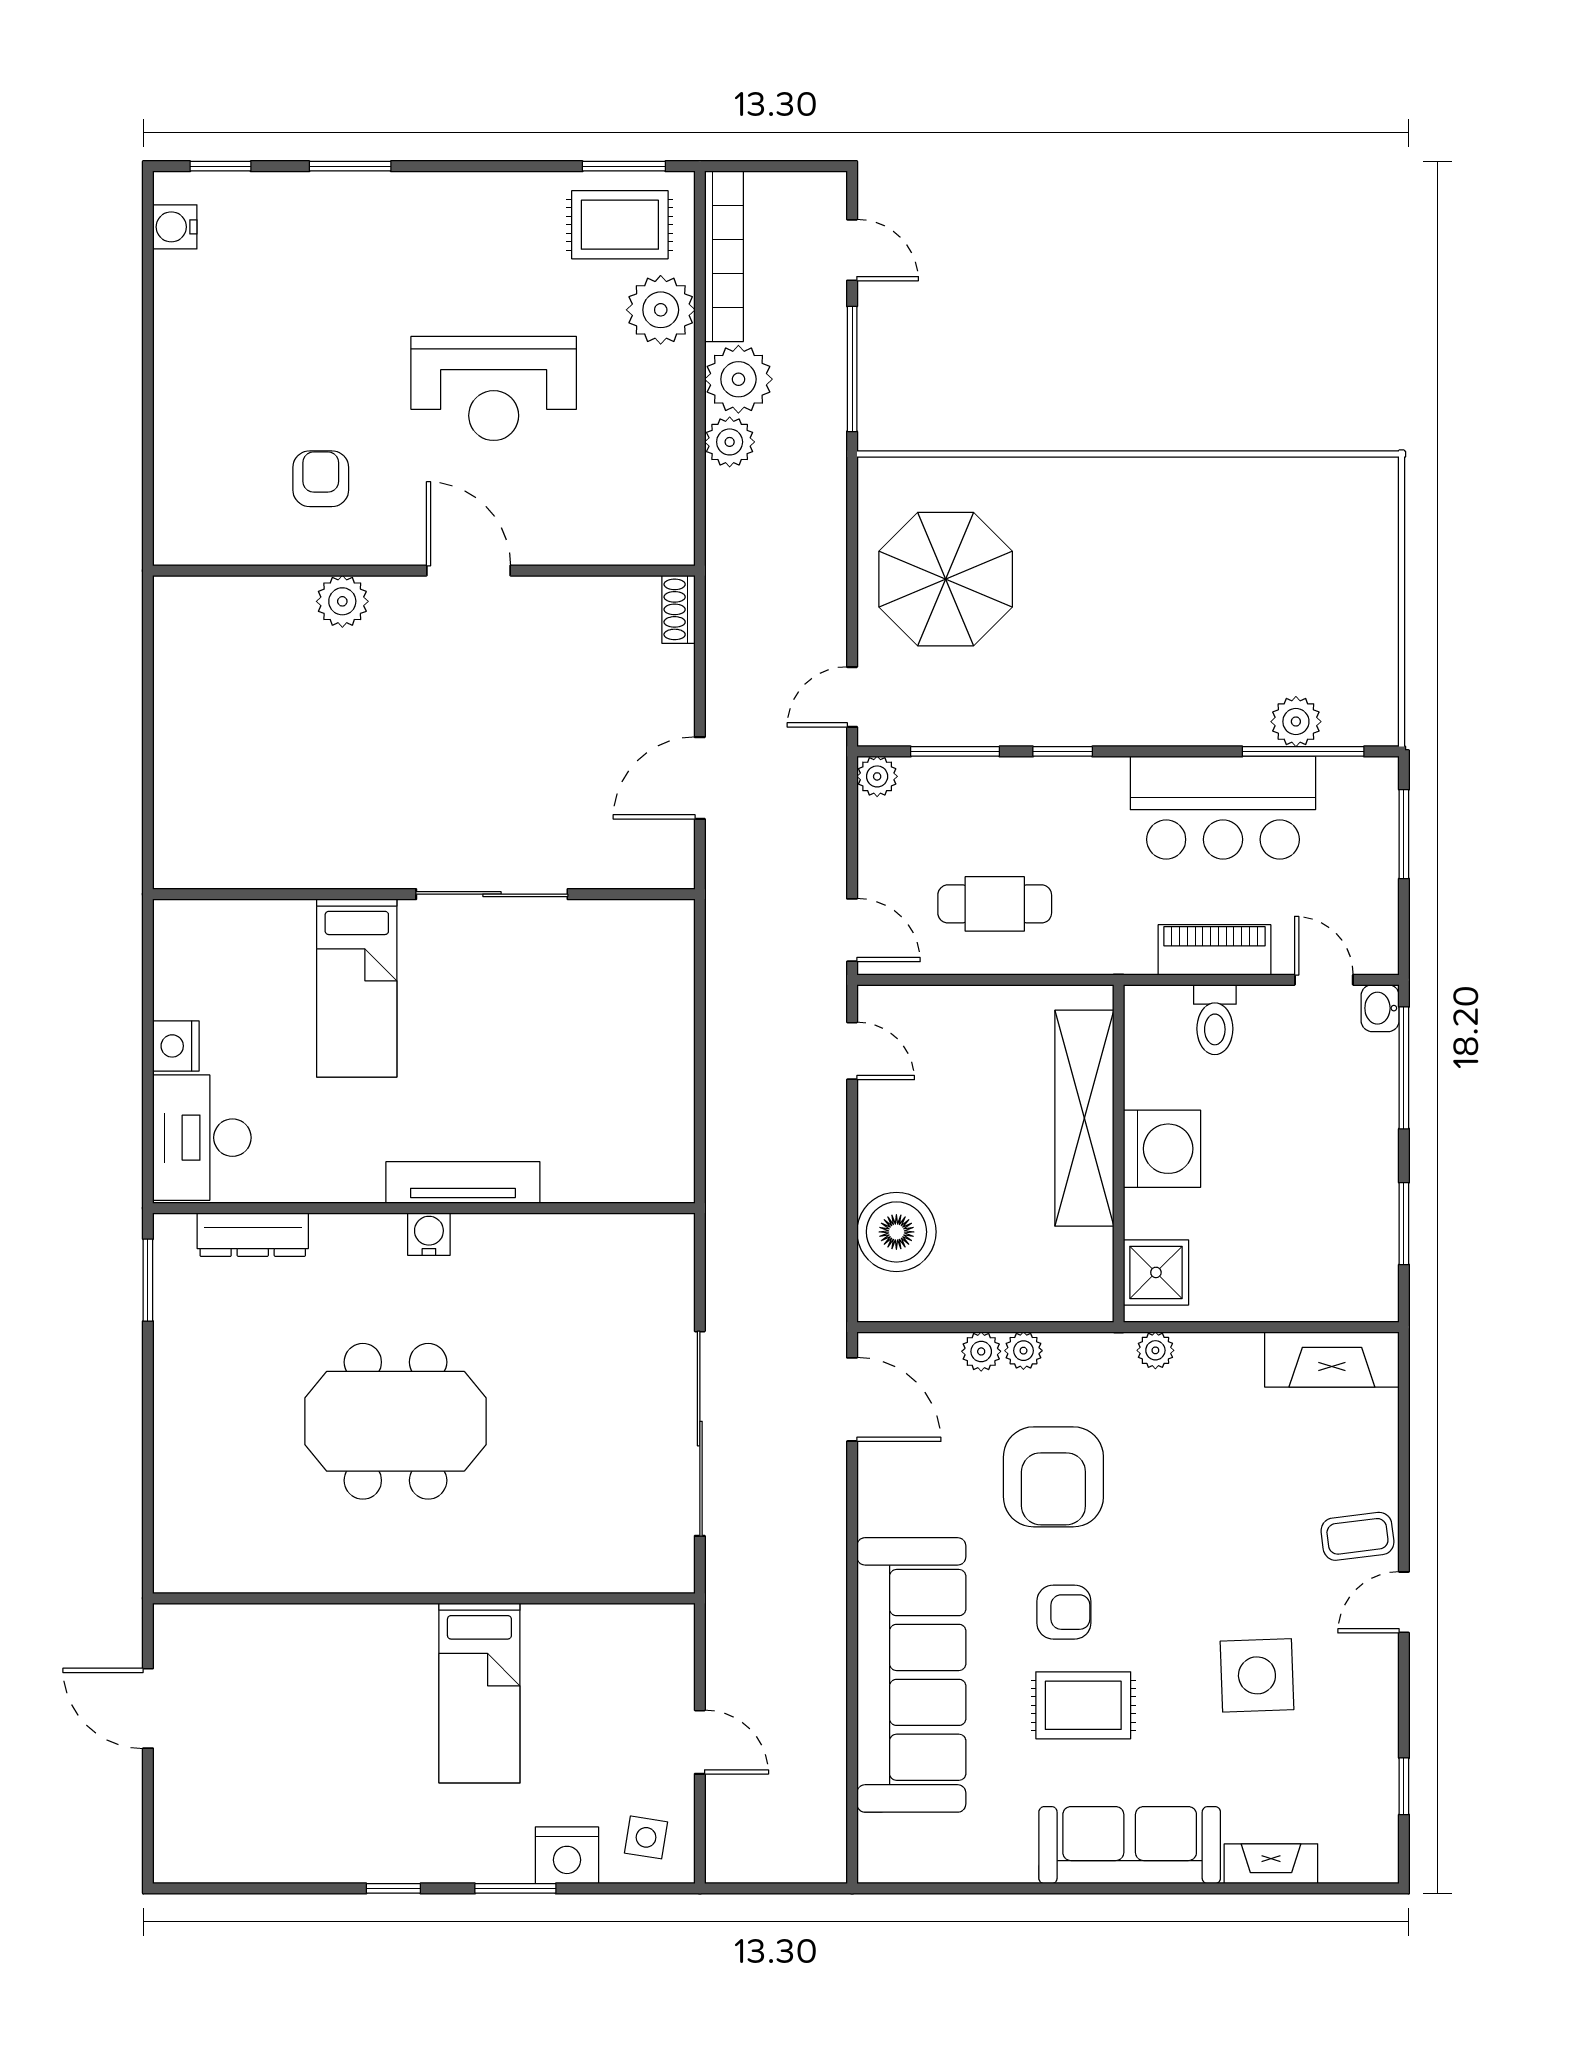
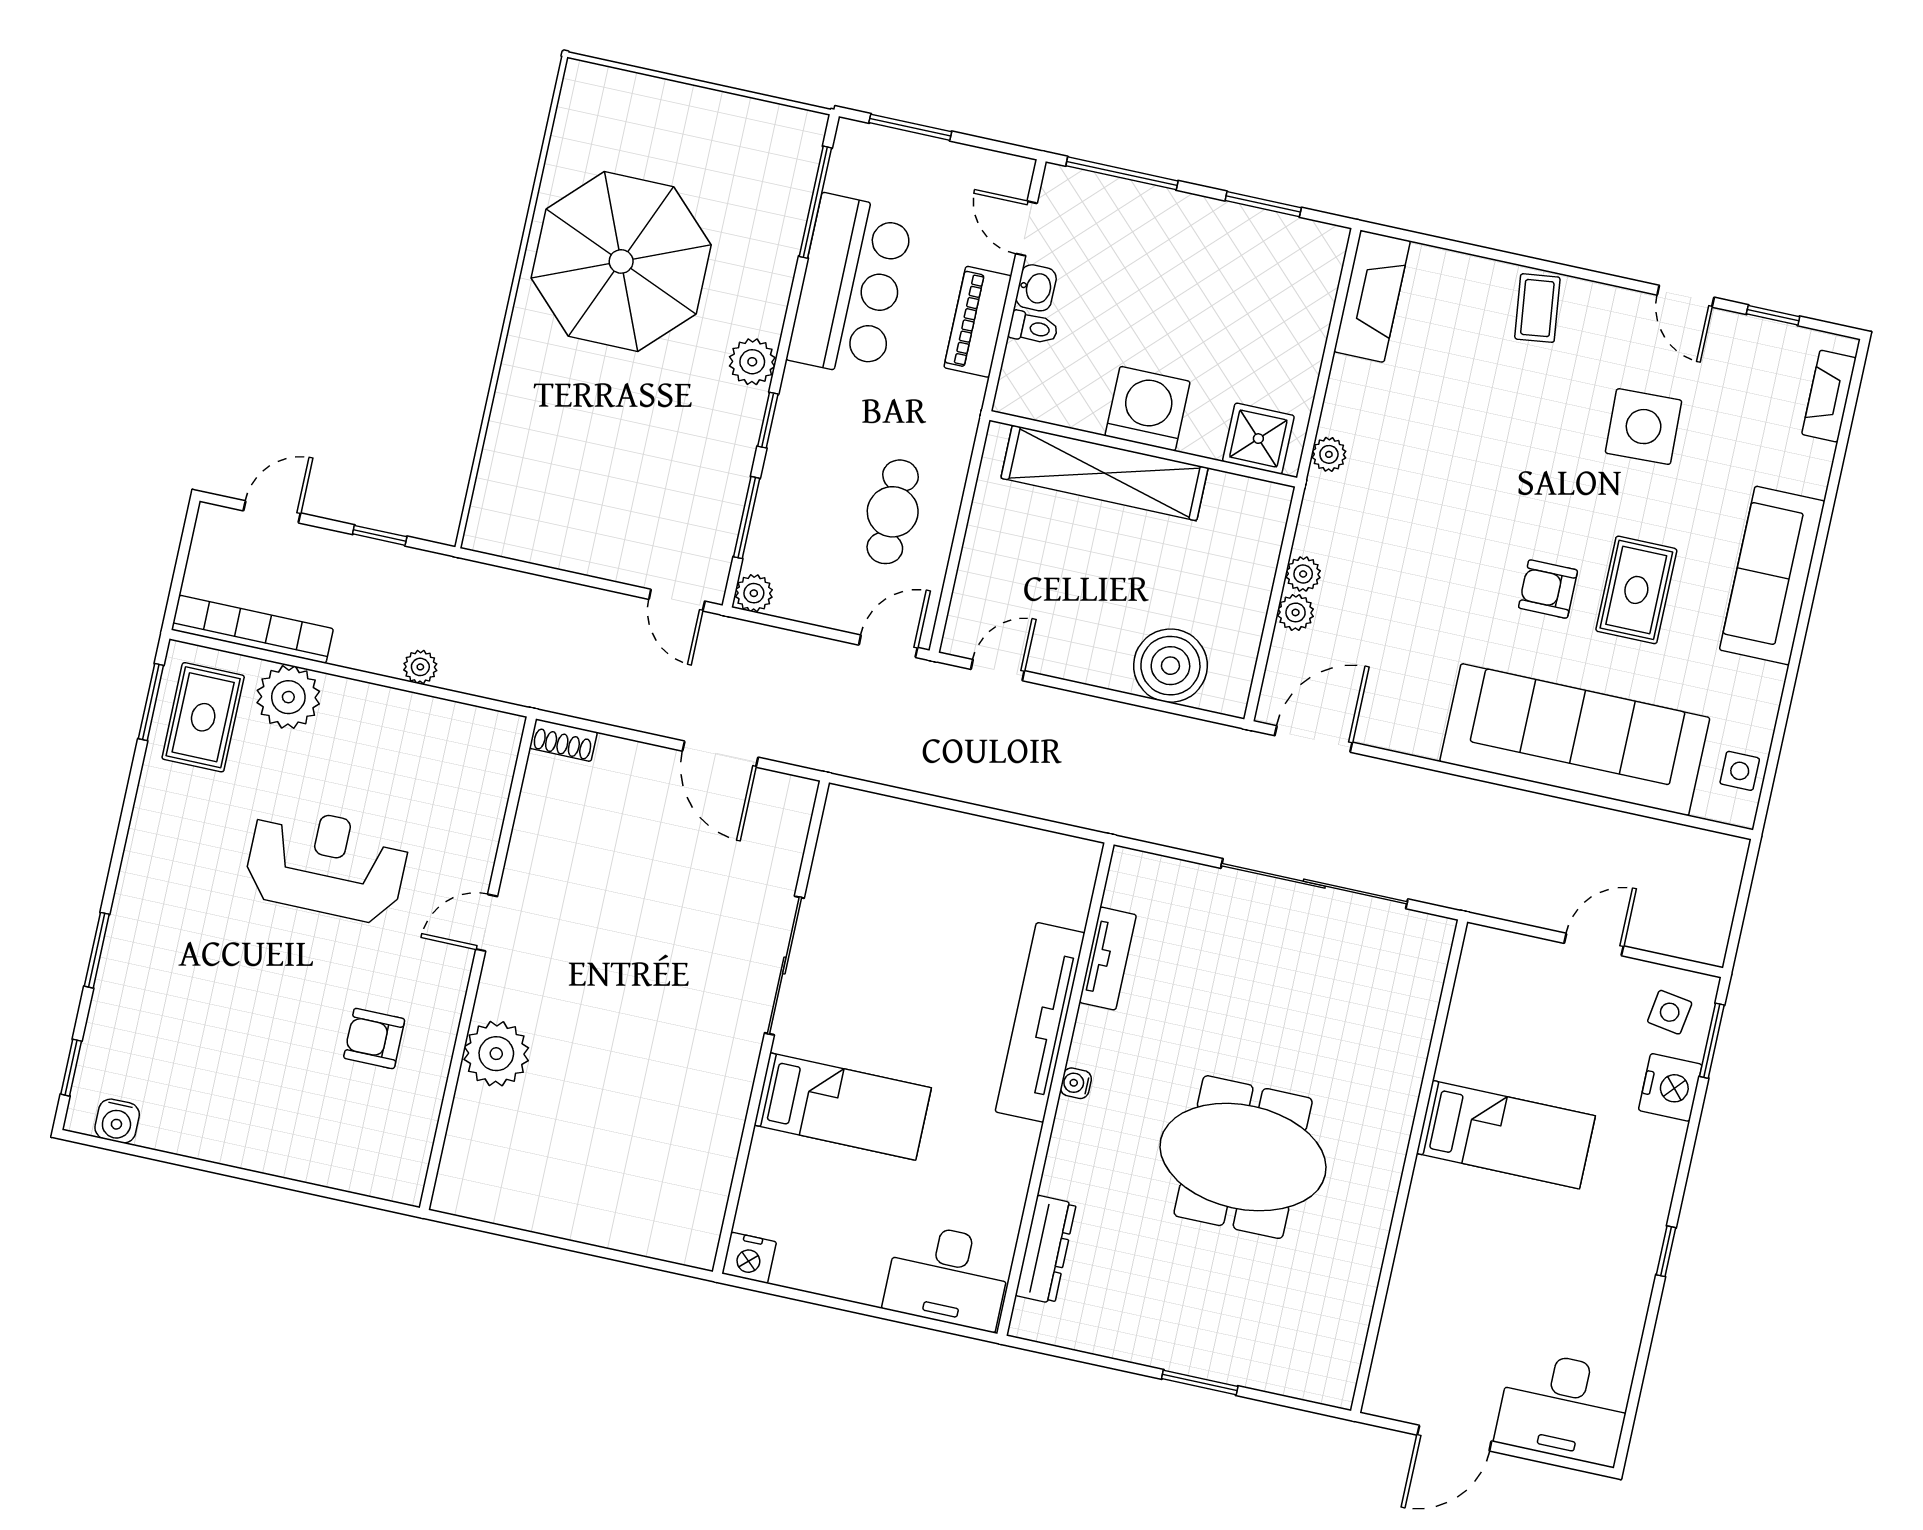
window: (852, 369) -> (380, 535), width x0.46
plant: (738, 379) -> (367, 640), removed
reception desk: (494, 388) -> (327, 864), turned -90
plant: (730, 442) -> (420, 667), width x0.73, depth x0.73
door: (469, 571) -> (487, 923), width x0.73
parasol: (946, 579) -> (621, 261), moved, width x1.36, depth x1.36
plant: (342, 601) -> (496, 1054), width x1.36, depth x1.36
plant: (1296, 722) -> (752, 362), moved
door: (1324, 980) -> (1026, 229), hinge flipped
washbasin: (1380, 1008) -> (1036, 288), moved, turned -90
toilet: (1215, 1020) -> (1033, 328), width x0.73, depth x0.72
nightstand: (176, 1046) -> (749, 1258), moved
tv unit: (463, 1183) -> (1040, 1022), width x1.36, depth x1.29
tv unit: (573, 1233) -> (1108, 959), added
water cooler: (429, 1234) -> (1076, 1083), width x0.72, depth x0.72
window: (148, 1280) -> (1200, 1383), moved
meeting table: (395, 1421) -> (1243, 1157), turned 90
armchair: (1053, 1477) -> (1423, 572), removed
door: (1404, 1602) -> (1686, 296), moved
armchair: (1064, 1612) -> (1548, 589), turned -90
desk: (205, 1817) -> (1564, 1408), added
side table: (916, 1856) -> (1740, 771), added
fireplace: (1271, 1864) -> (1829, 396), moved
window: (515, 1888) -> (1712, 1041), moved

